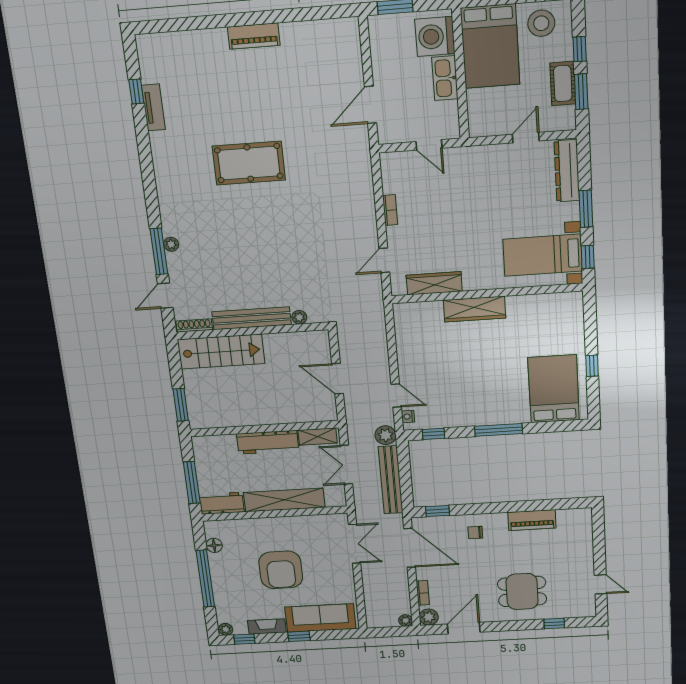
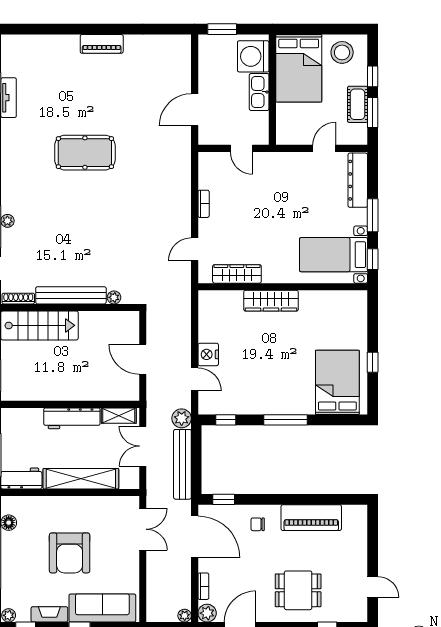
nightstand: (408, 417) -> (208, 354), moved, width x1.89, depth x1.79
piano: (532, 520) -> (311, 518), width x1.37, depth x1.33

